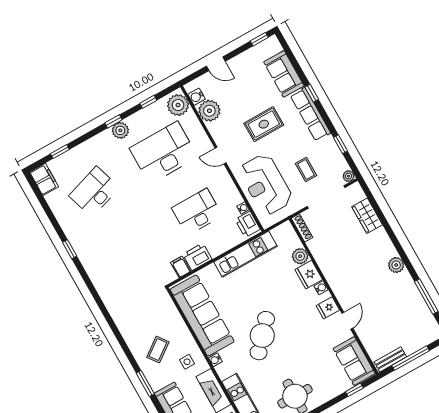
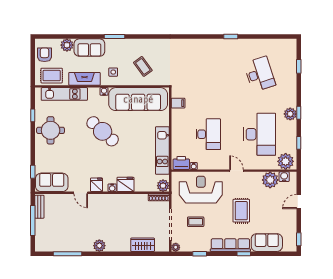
door: (221, 156) -> (237, 171), hinge flipped
filing cabinet: (44, 179) -> (286, 46), removed
plant: (300, 256) -> (163, 186), moved
printer: (197, 257) -> (179, 118), removed
coffee table: (158, 350) -> (143, 66), moved

